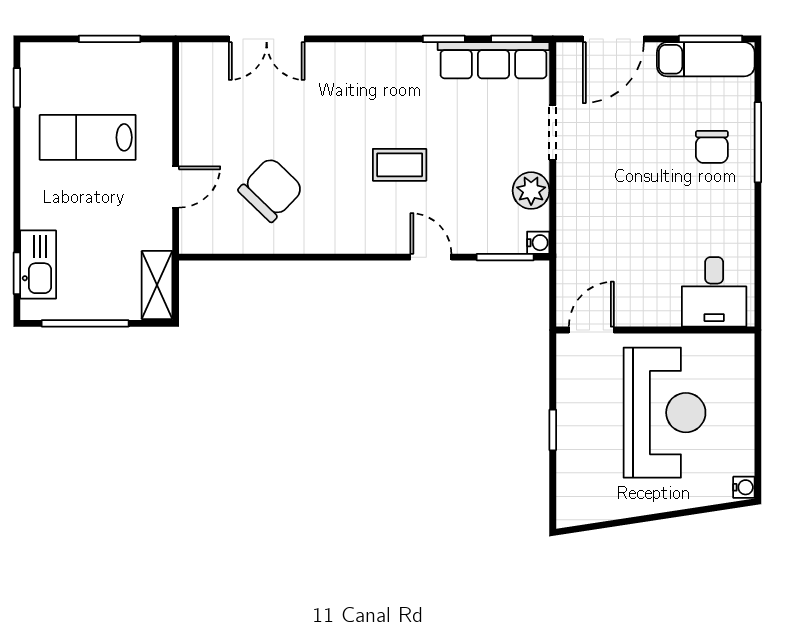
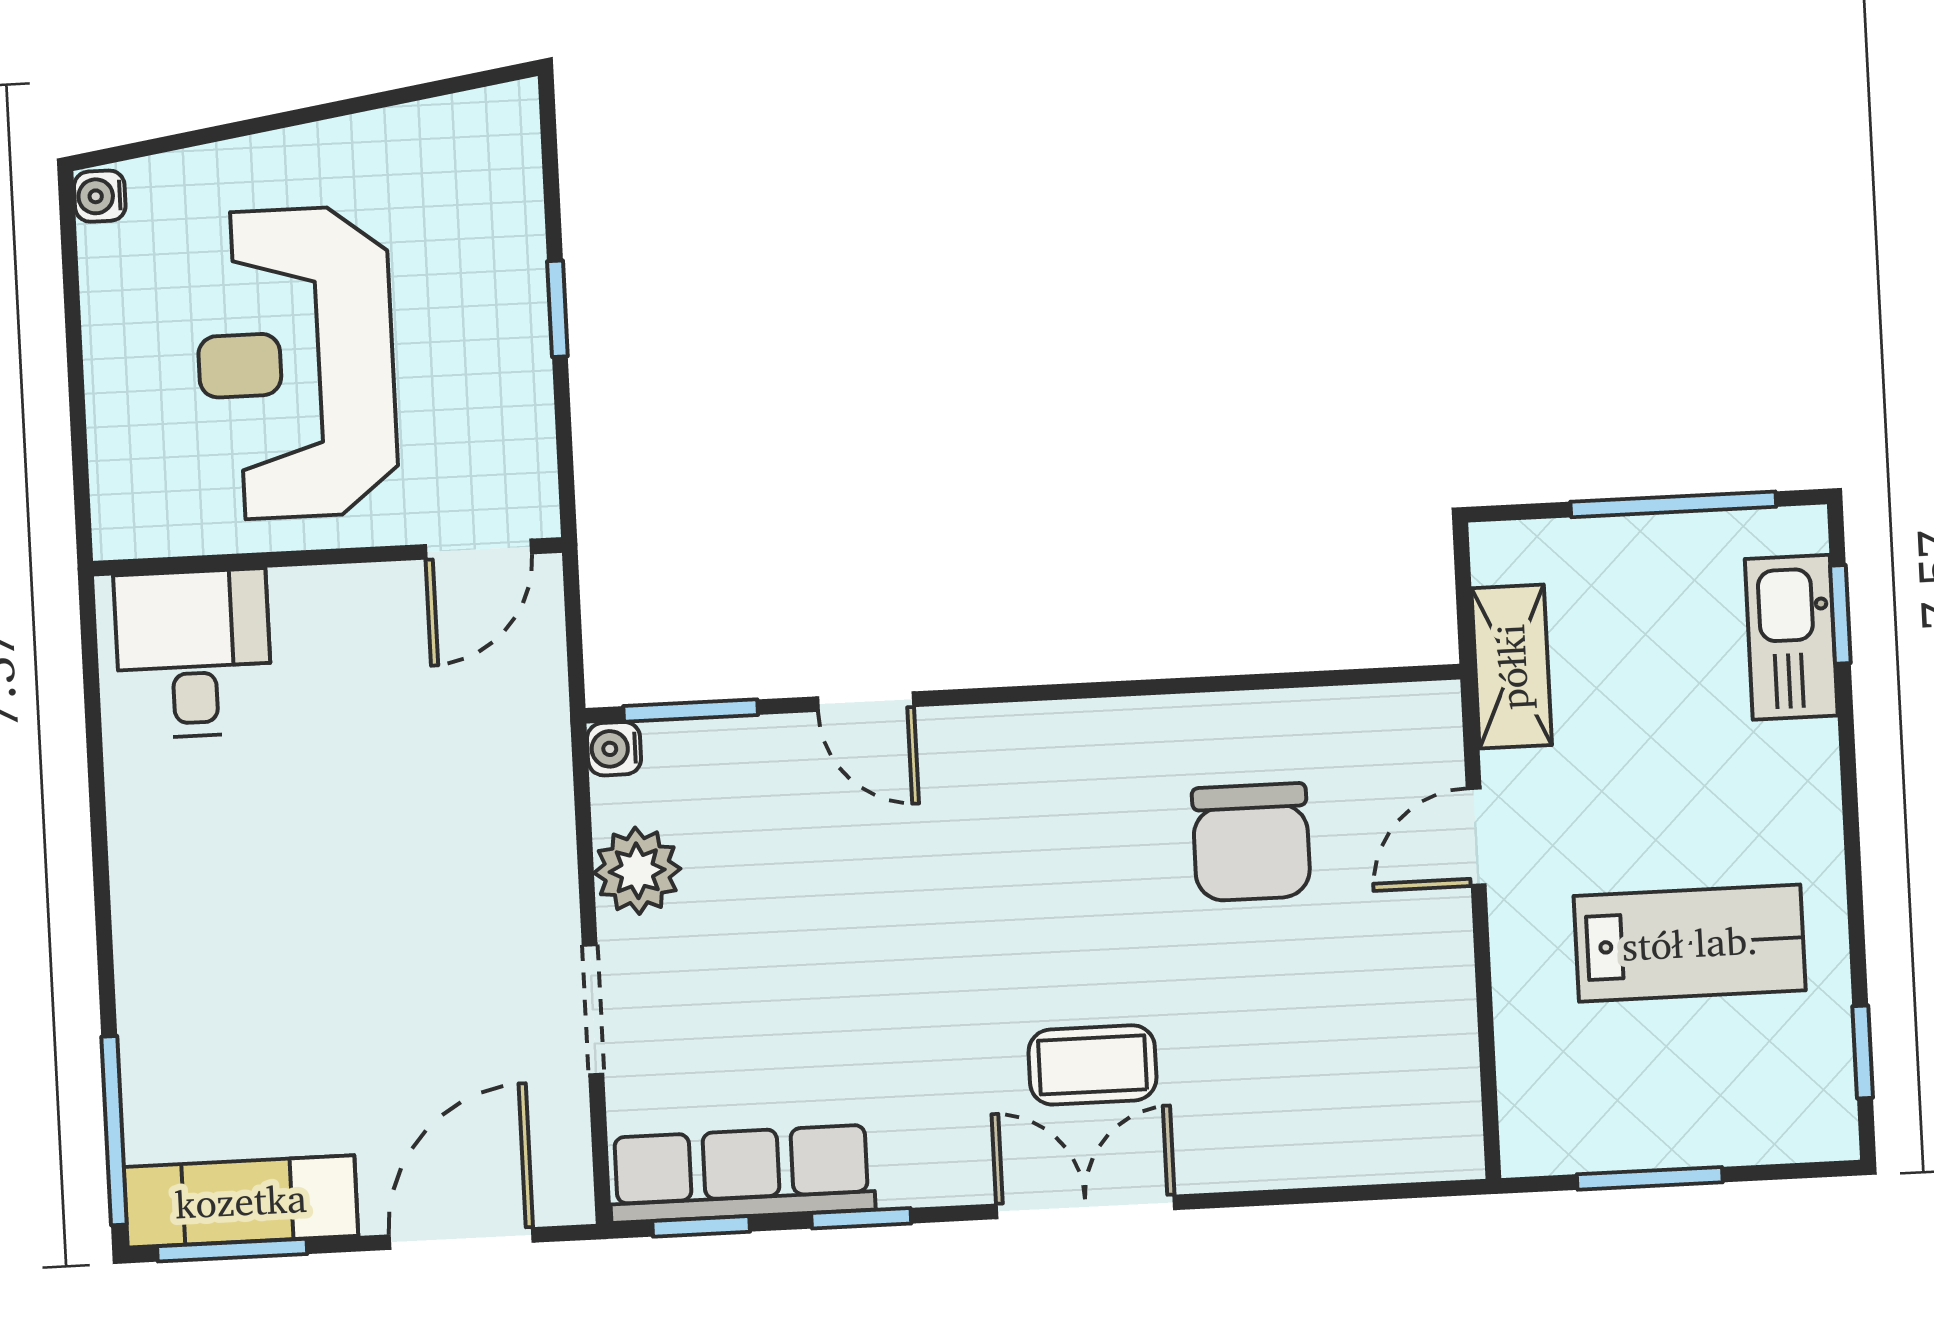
double door: (267, 39) -> (1086, 1207), moved
window: (758, 142) -> (114, 1131), moved
chair: (712, 147) -> (216, 995), removed
coffee table: (400, 165) -> (1092, 1065), moved
chair: (271, 189) -> (1251, 842), turned -44
shelving: (157, 285) -> (1512, 667), moved

